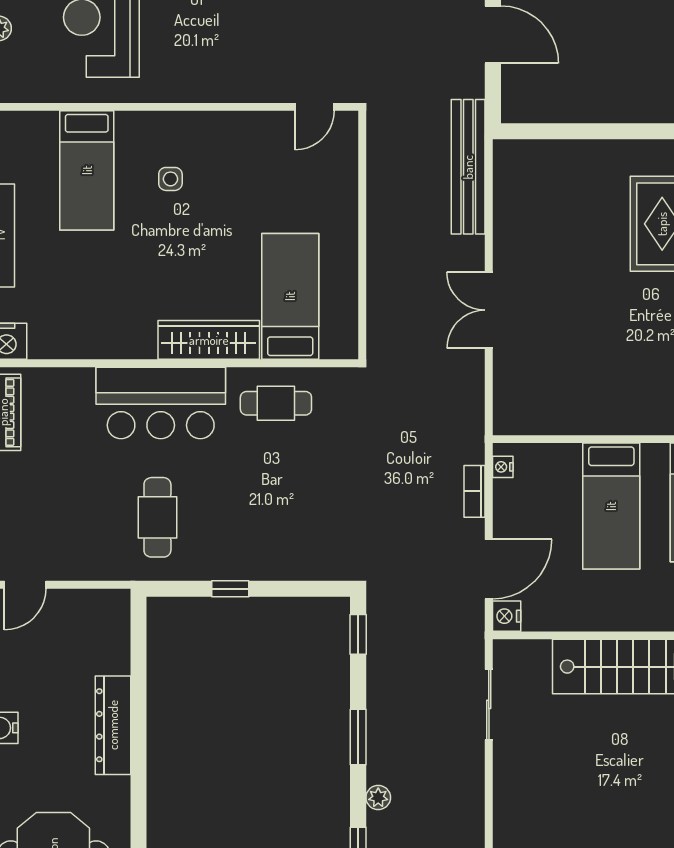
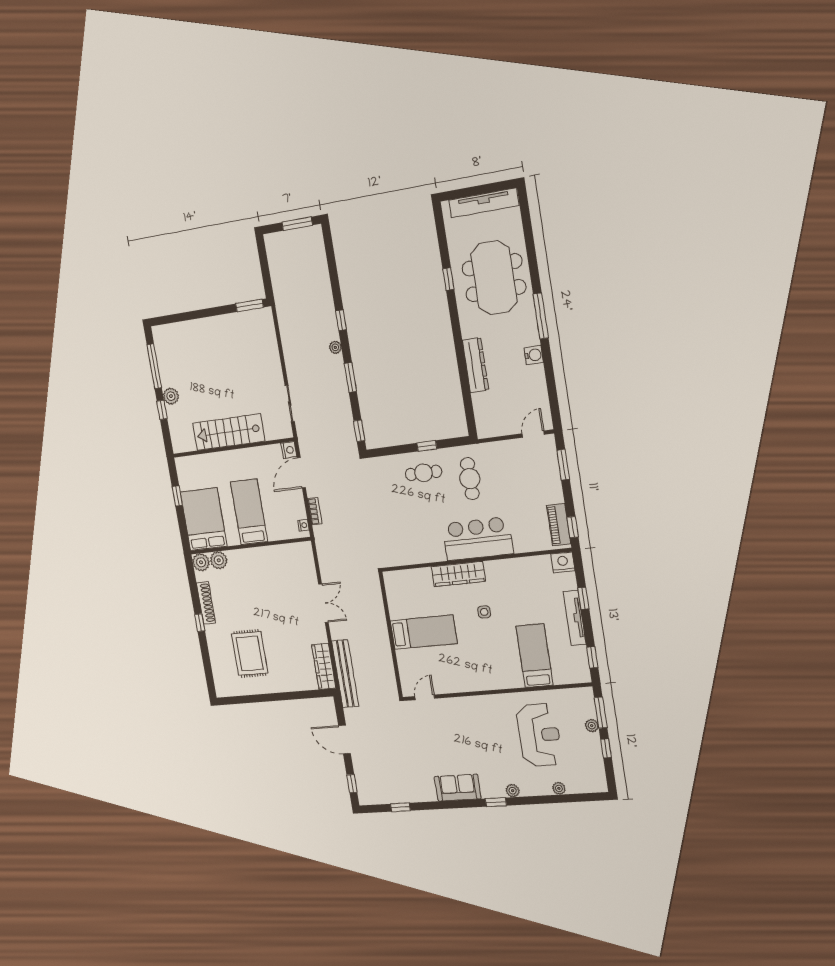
side table: (170, 179) -> (484, 612), moved
wardrobe: (510, 185) -> (324, 666), added
bed: (290, 296) -> (424, 632), moved, turned -90
cafe table: (276, 403) -> (424, 473), moved

